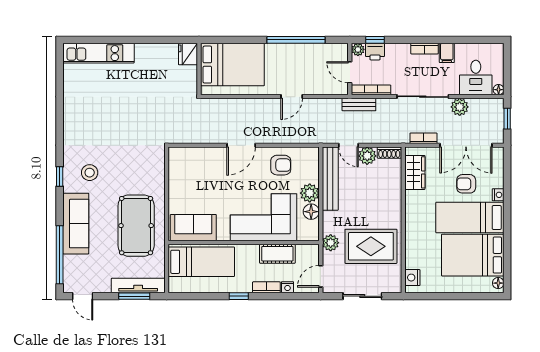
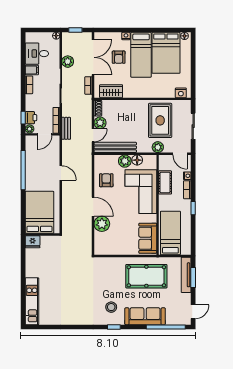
desk: (476, 78) -> (37, 54), moved, turned 180
plant: (215, 158) -> (102, 224), added

